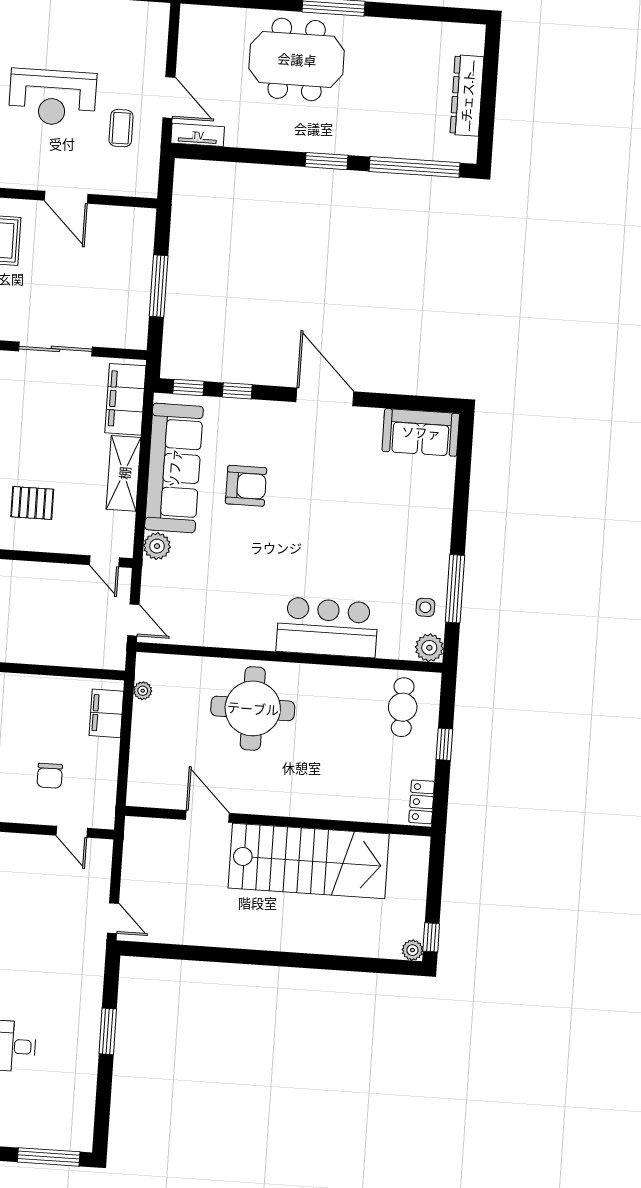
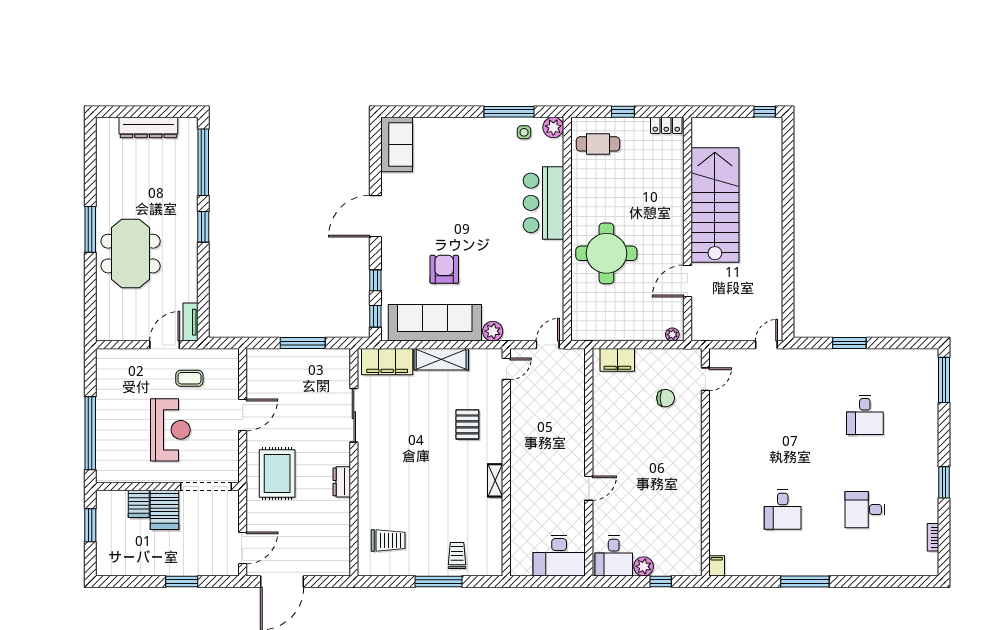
plant: (143, 691) -> (672, 335), moved
plant: (412, 950) -> (775, 125), removed

